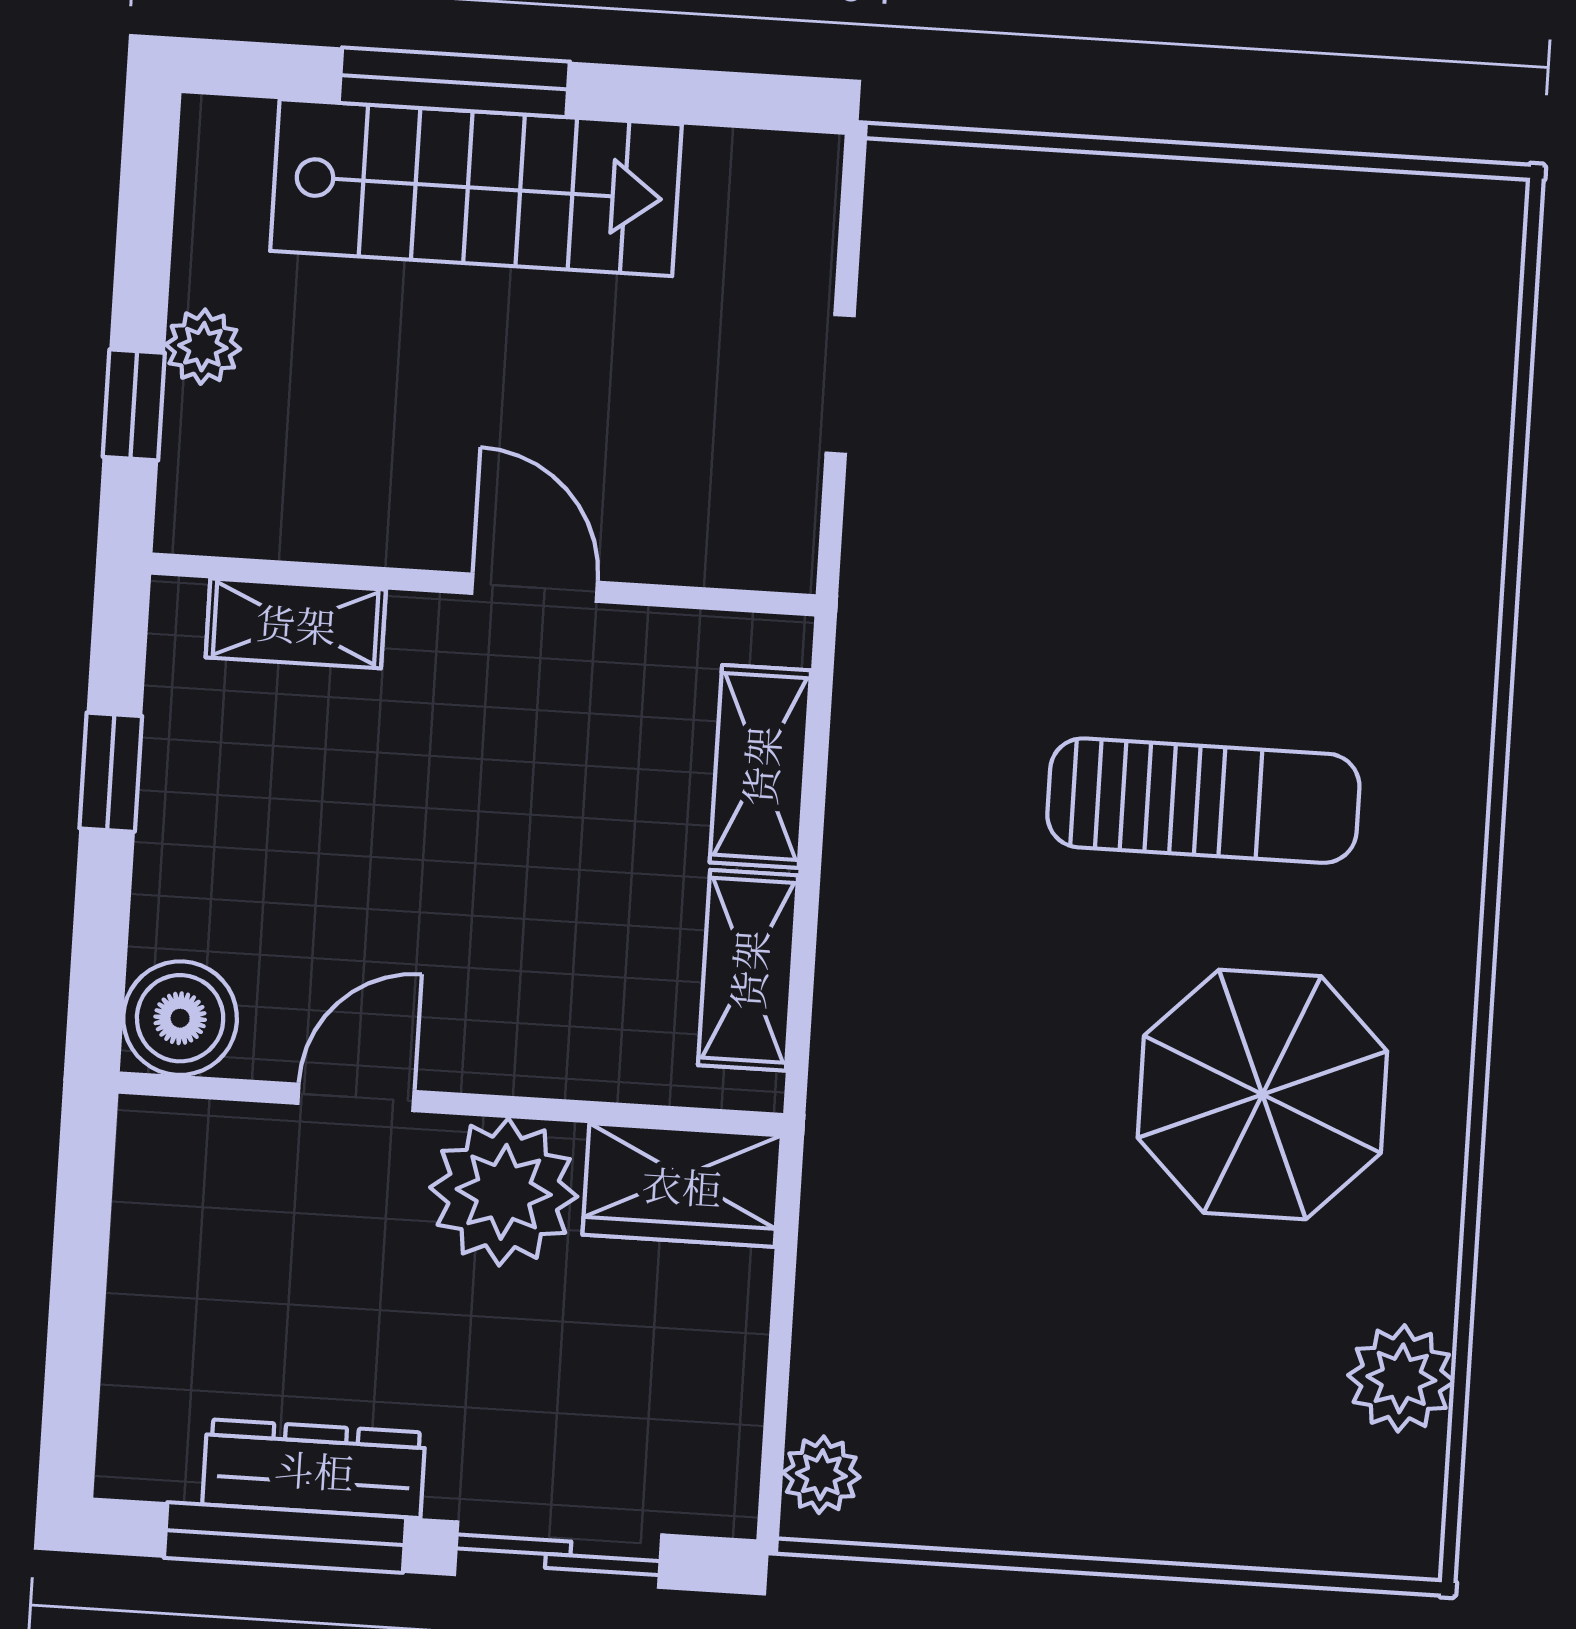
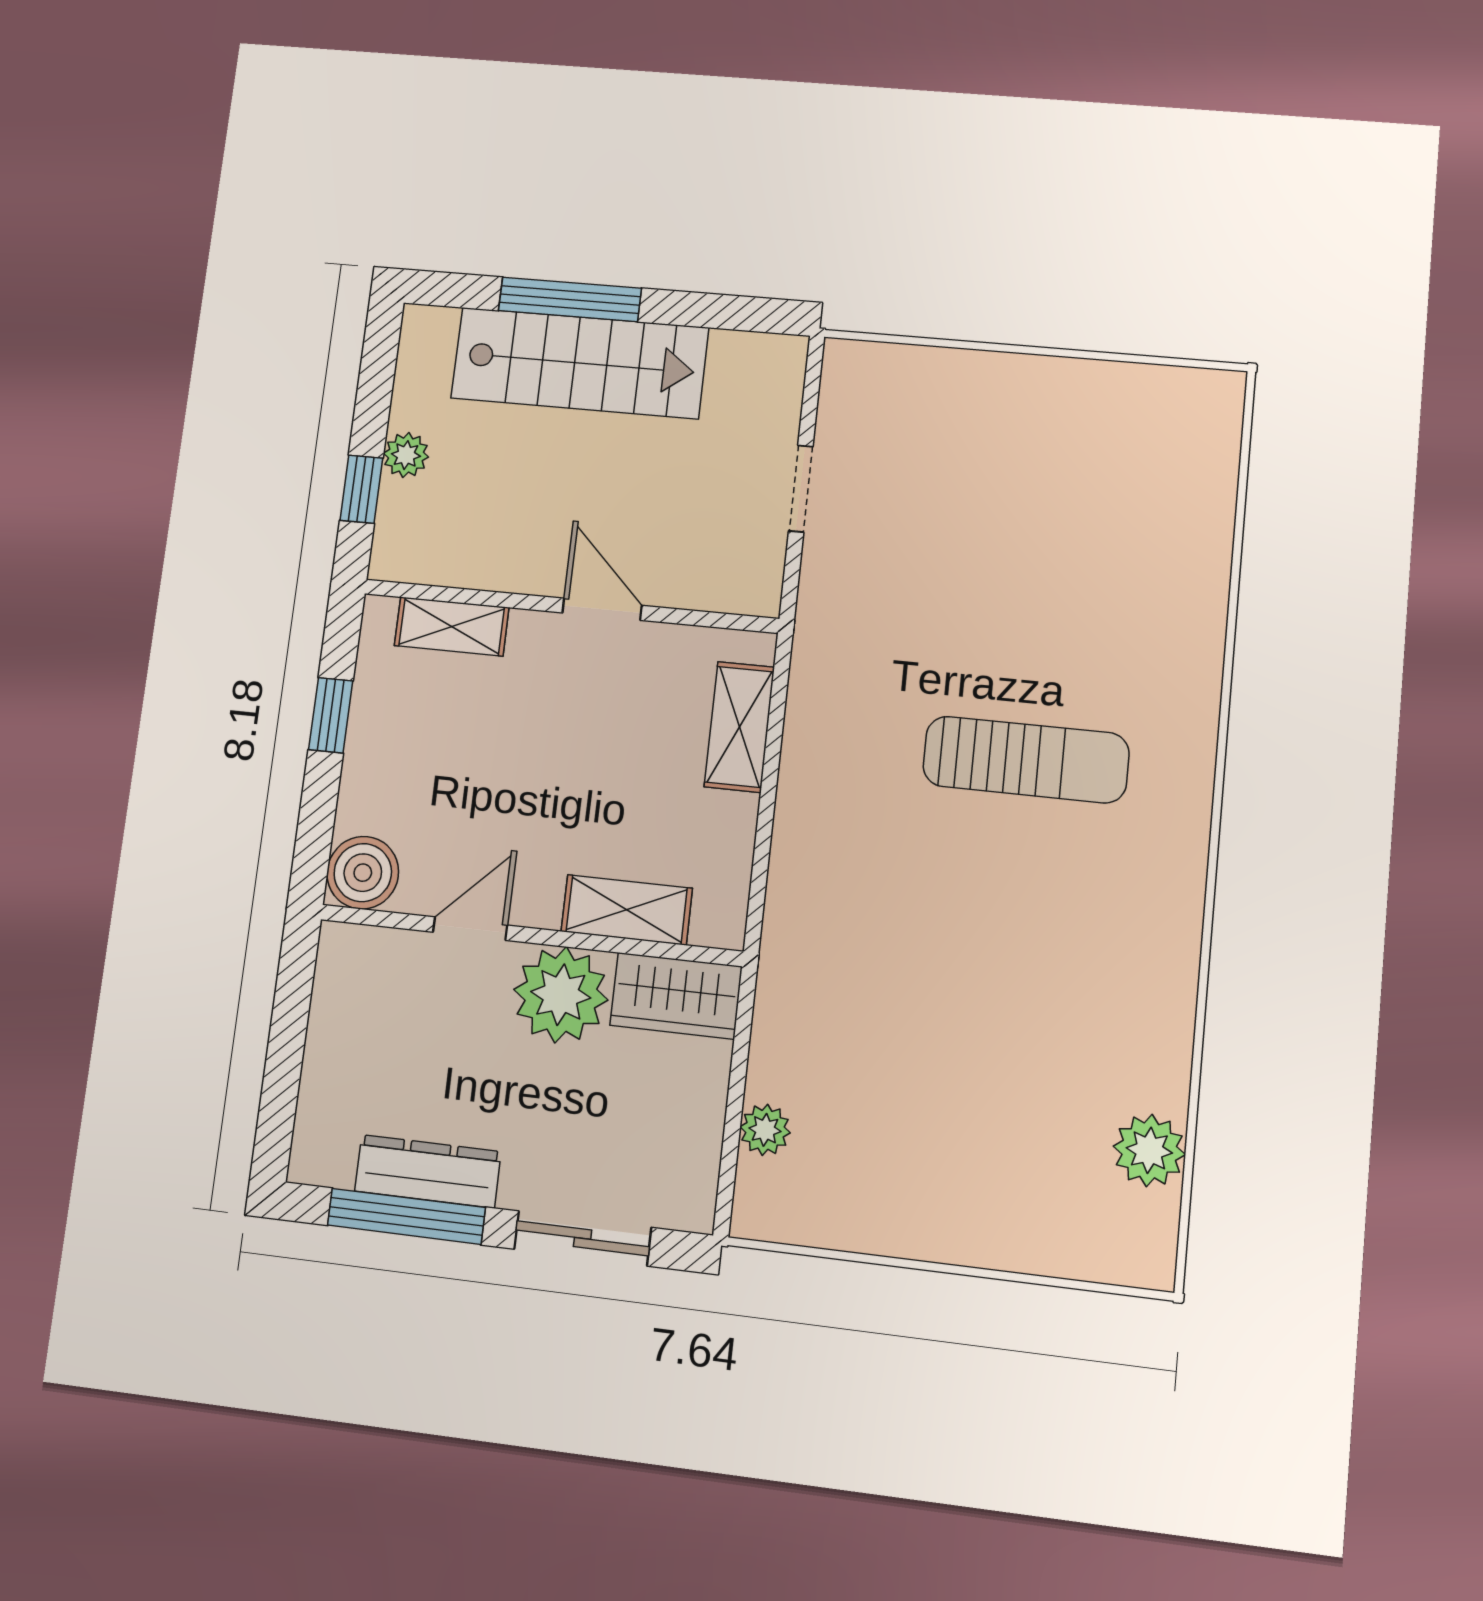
shelving: (748, 970) -> (627, 910), moved, turned 90
parasol: (1262, 1094) -> (1060, 954), removed
plant: (821, 1475) -> (765, 1130), moved

